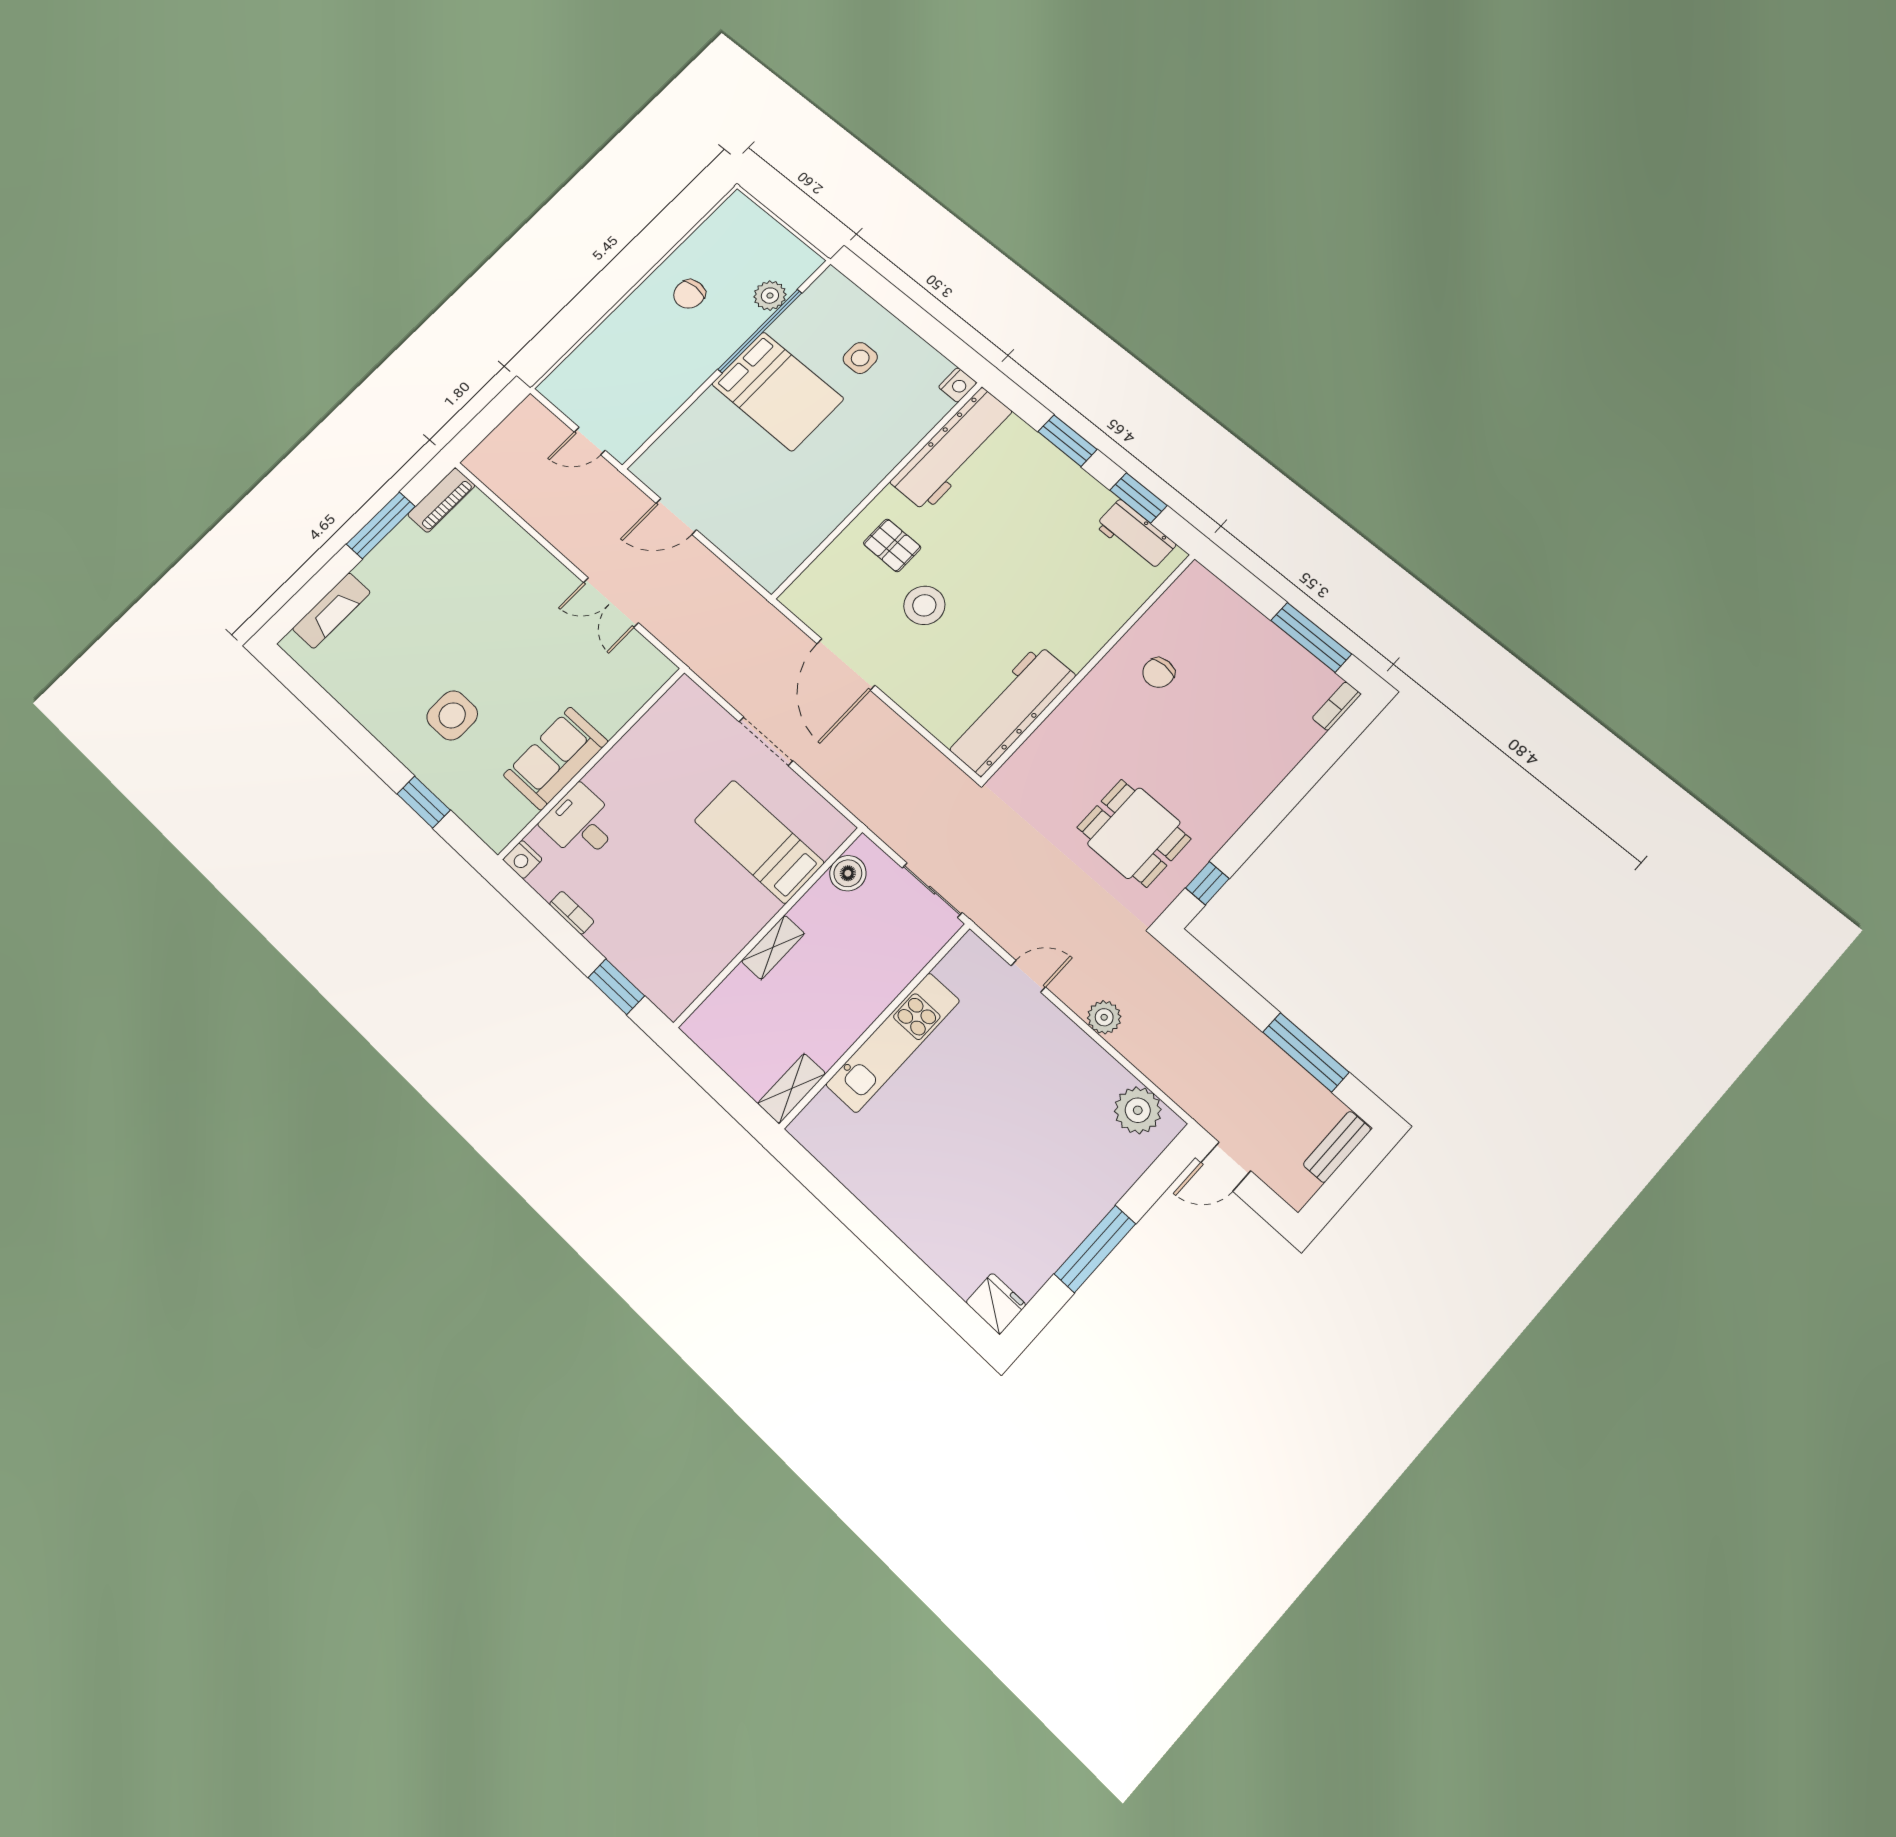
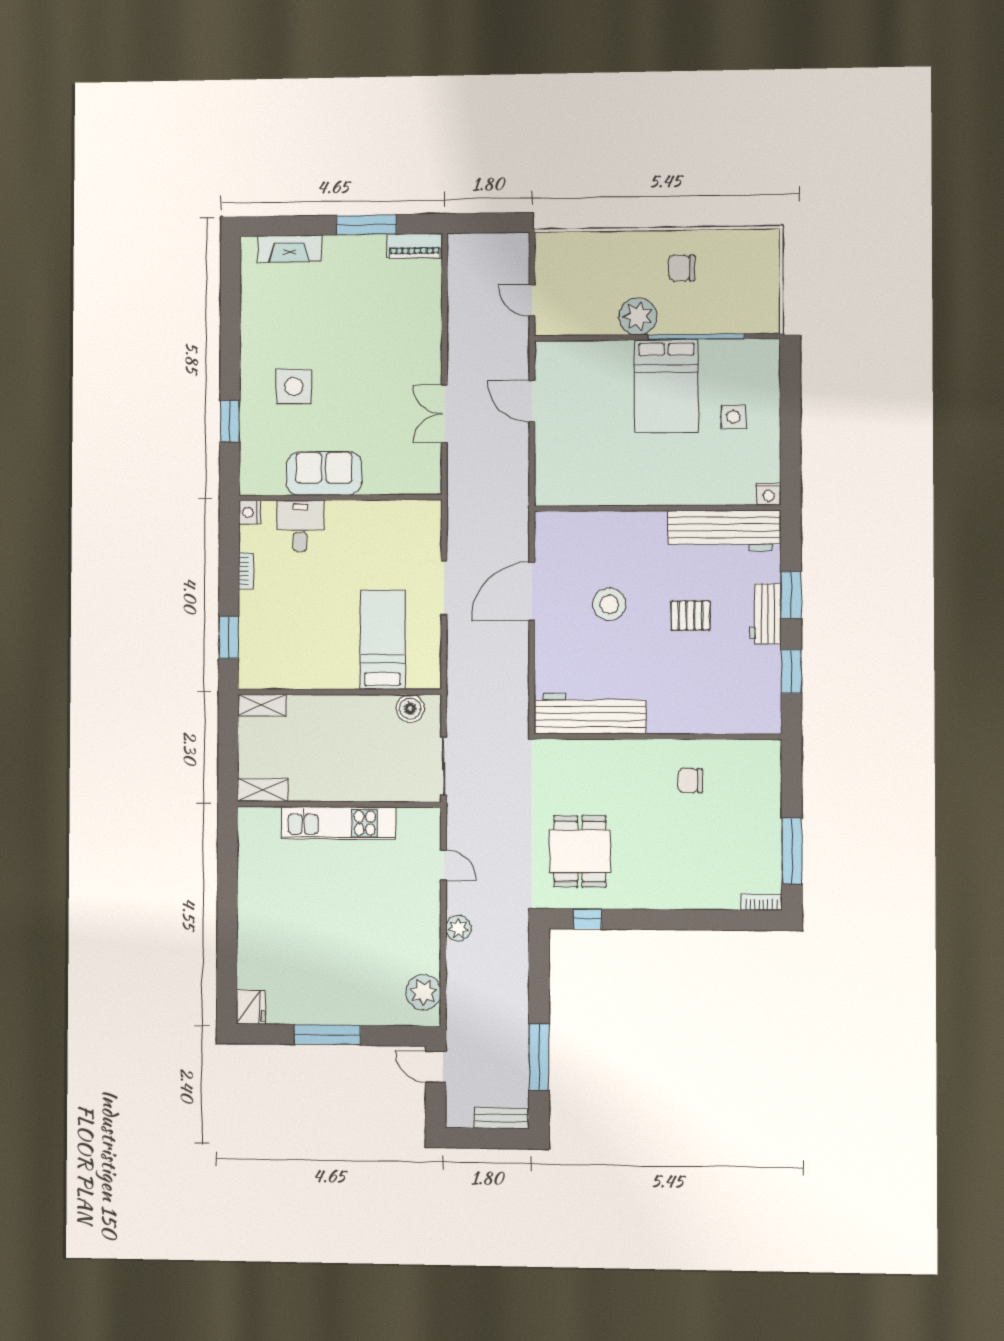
plant: (770, 296) -> (638, 316), moved, width x1.36, depth x1.36
workbench: (1136, 535) -> (765, 614), moved
pallet: (892, 545) -> (691, 616), moved, turned 90
shelving: (773, 947) -> (262, 705), moved

